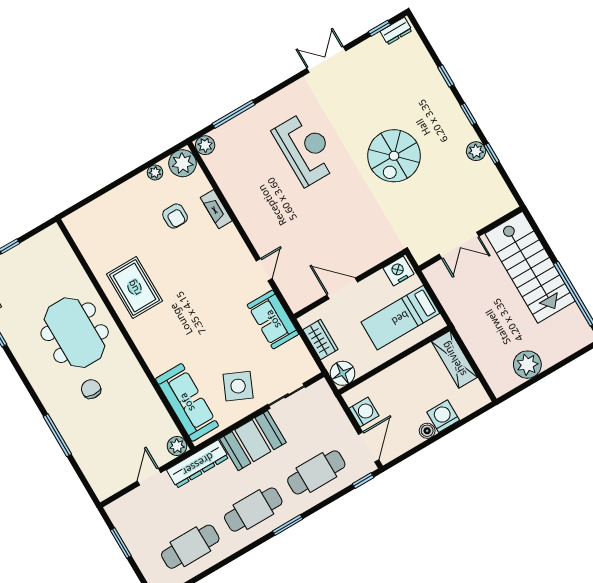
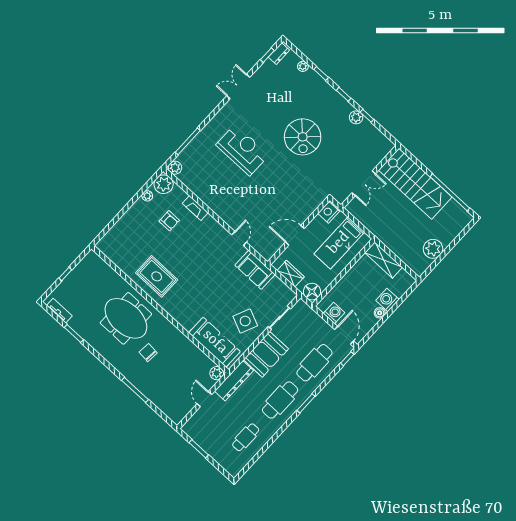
plant: (424, 59) -> (303, 66), added
cafe table: (190, 547) -> (246, 437), width x0.73, depth x0.74

